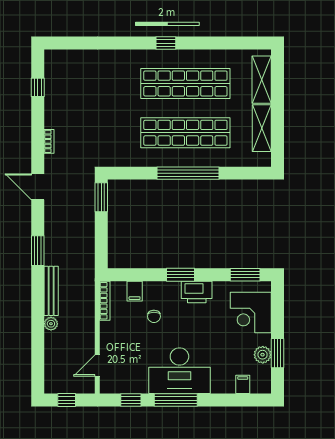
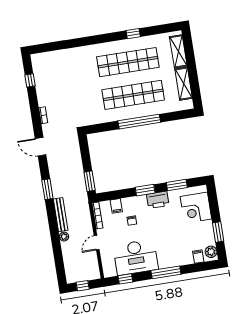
window: (166, 43) -> (133, 34), moved
window: (101, 197) -> (90, 181), moved
window: (245, 275) -> (177, 185), moved
plant: (263, 355) -> (211, 252), moved
door: (97, 365) -> (97, 243), moved
desk: (179, 371) -> (136, 257), moved
window: (176, 400) -> (166, 272), moved

